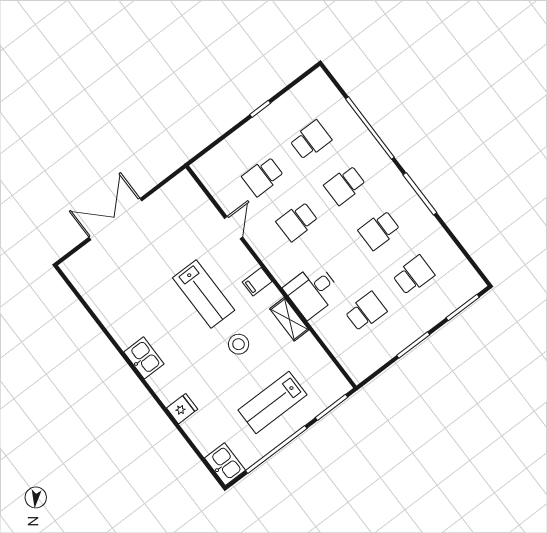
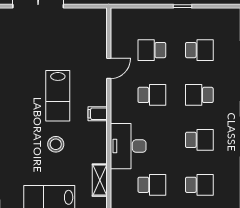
school desk: (297, 221) -> (152, 95), turned 180
school desk: (379, 230) -> (199, 140), turned 180
desk: (312, 291) -> (128, 146), width x1.37
shelving: (289, 319) -> (100, 180), moved

